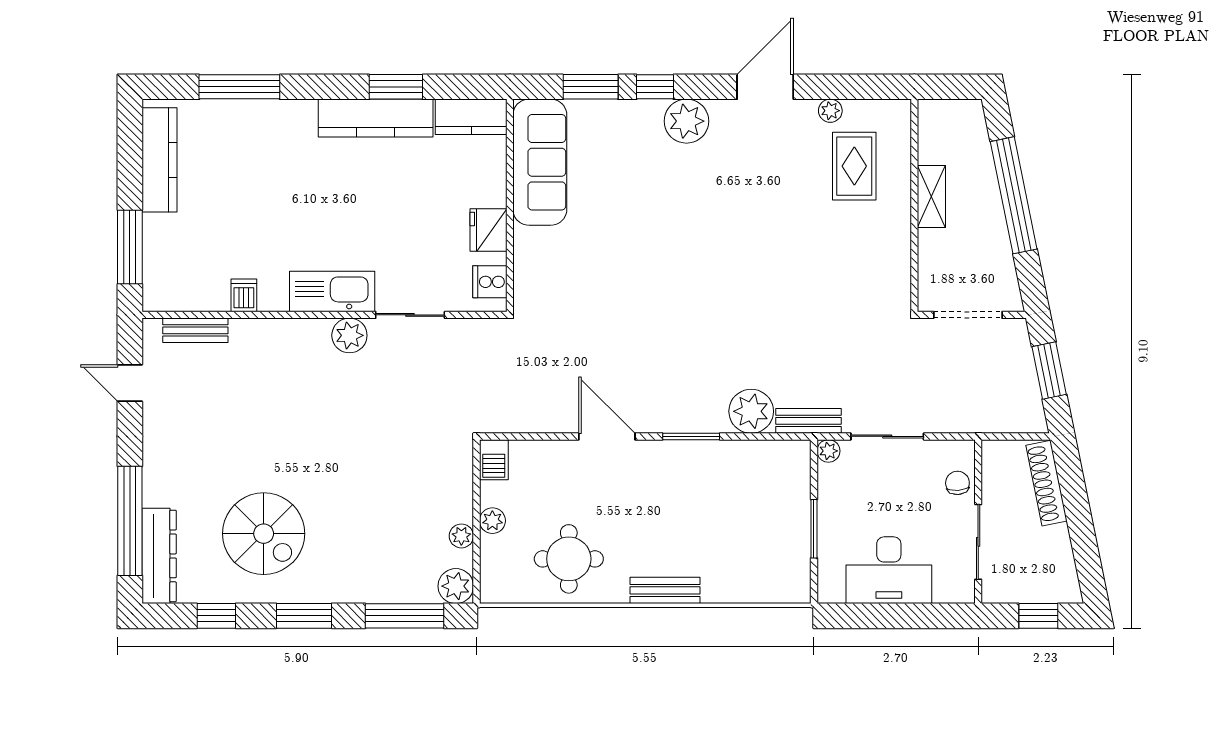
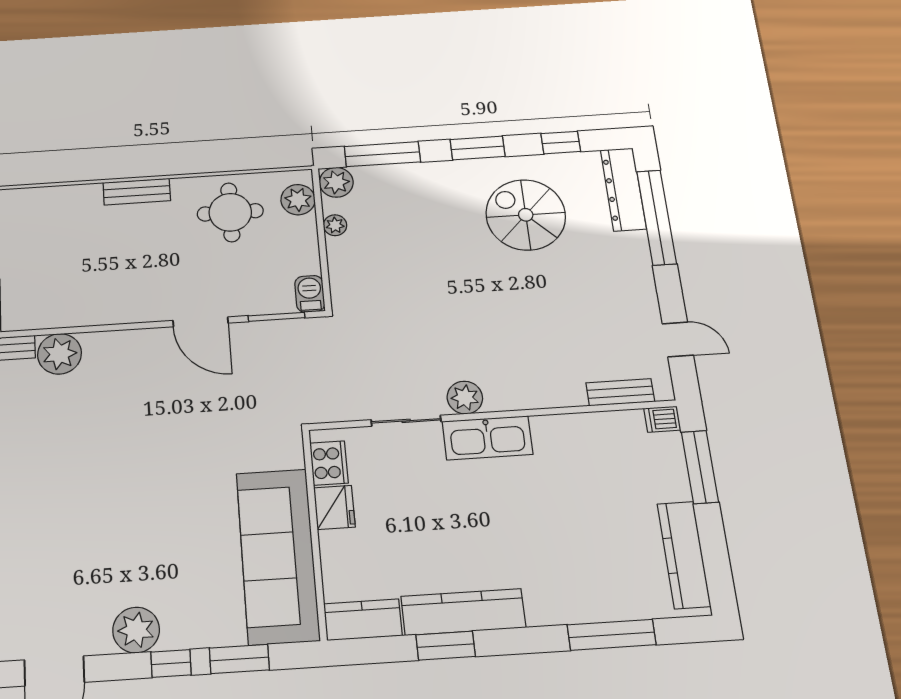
sofa: (540, 162) -> (278, 556), width x1.36, depth x1.27
cooker: (490, 282) -> (329, 463), width x1.36
dishwasher: (244, 295) -> (662, 419), moved, turned 90
window: (691, 436) -> (276, 317), moved
plant: (492, 521) -> (298, 200), moved, width x1.38, depth x1.38

